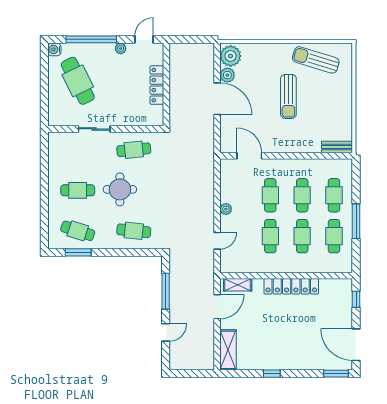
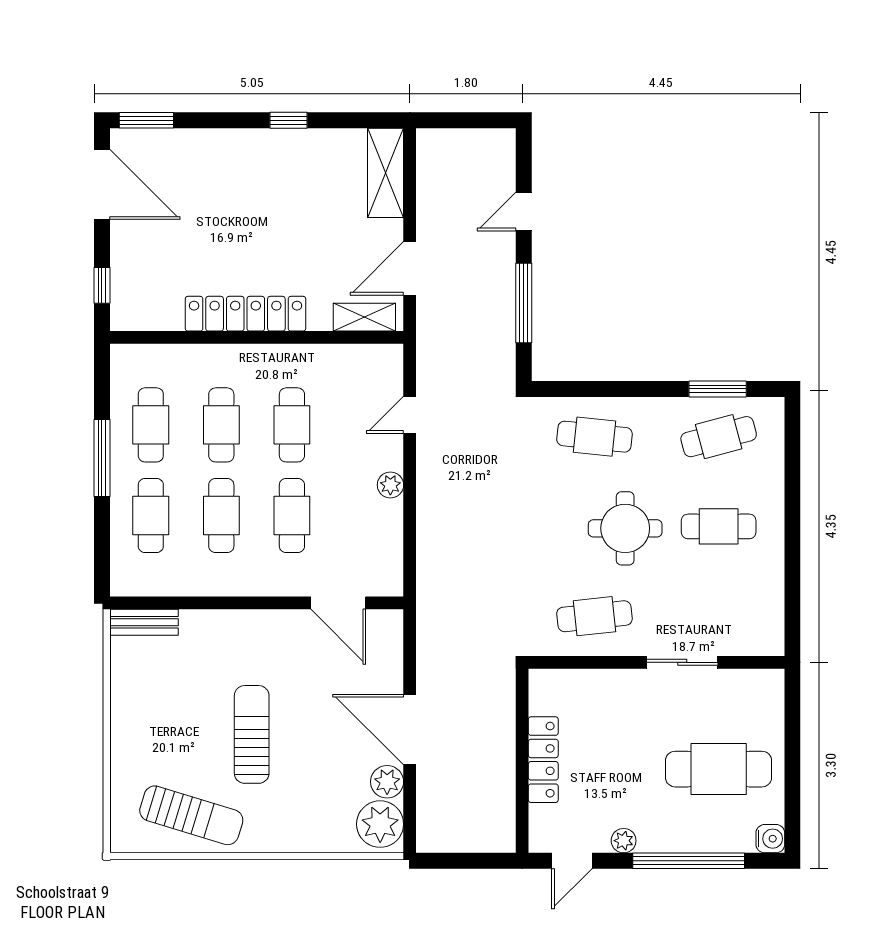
cafe table: (78, 81) -> (719, 769), turned -64
cafe table: (78, 231) -> (719, 437), turned -33

